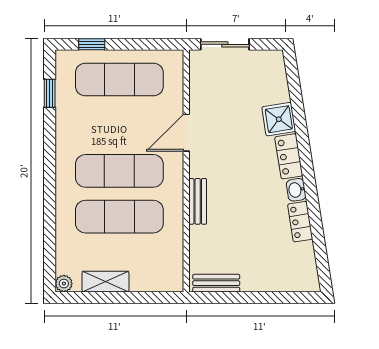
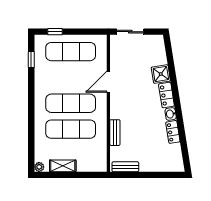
bench: (198, 201) -> (115, 133), moved

